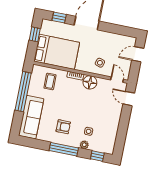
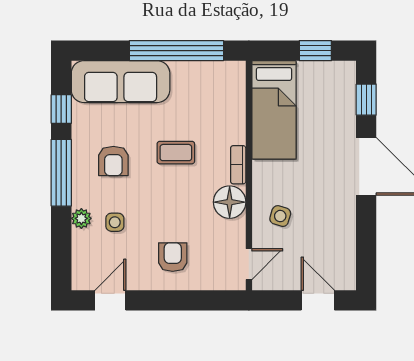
bed: (57, 52) -> (274, 110), width x0.67
coffee table: (50, 81) -> (176, 153), moved
door: (129, 99) -> (110, 300), moved
armchair: (108, 110) -> (173, 257), added
window: (97, 156) -> (61, 109), moved

